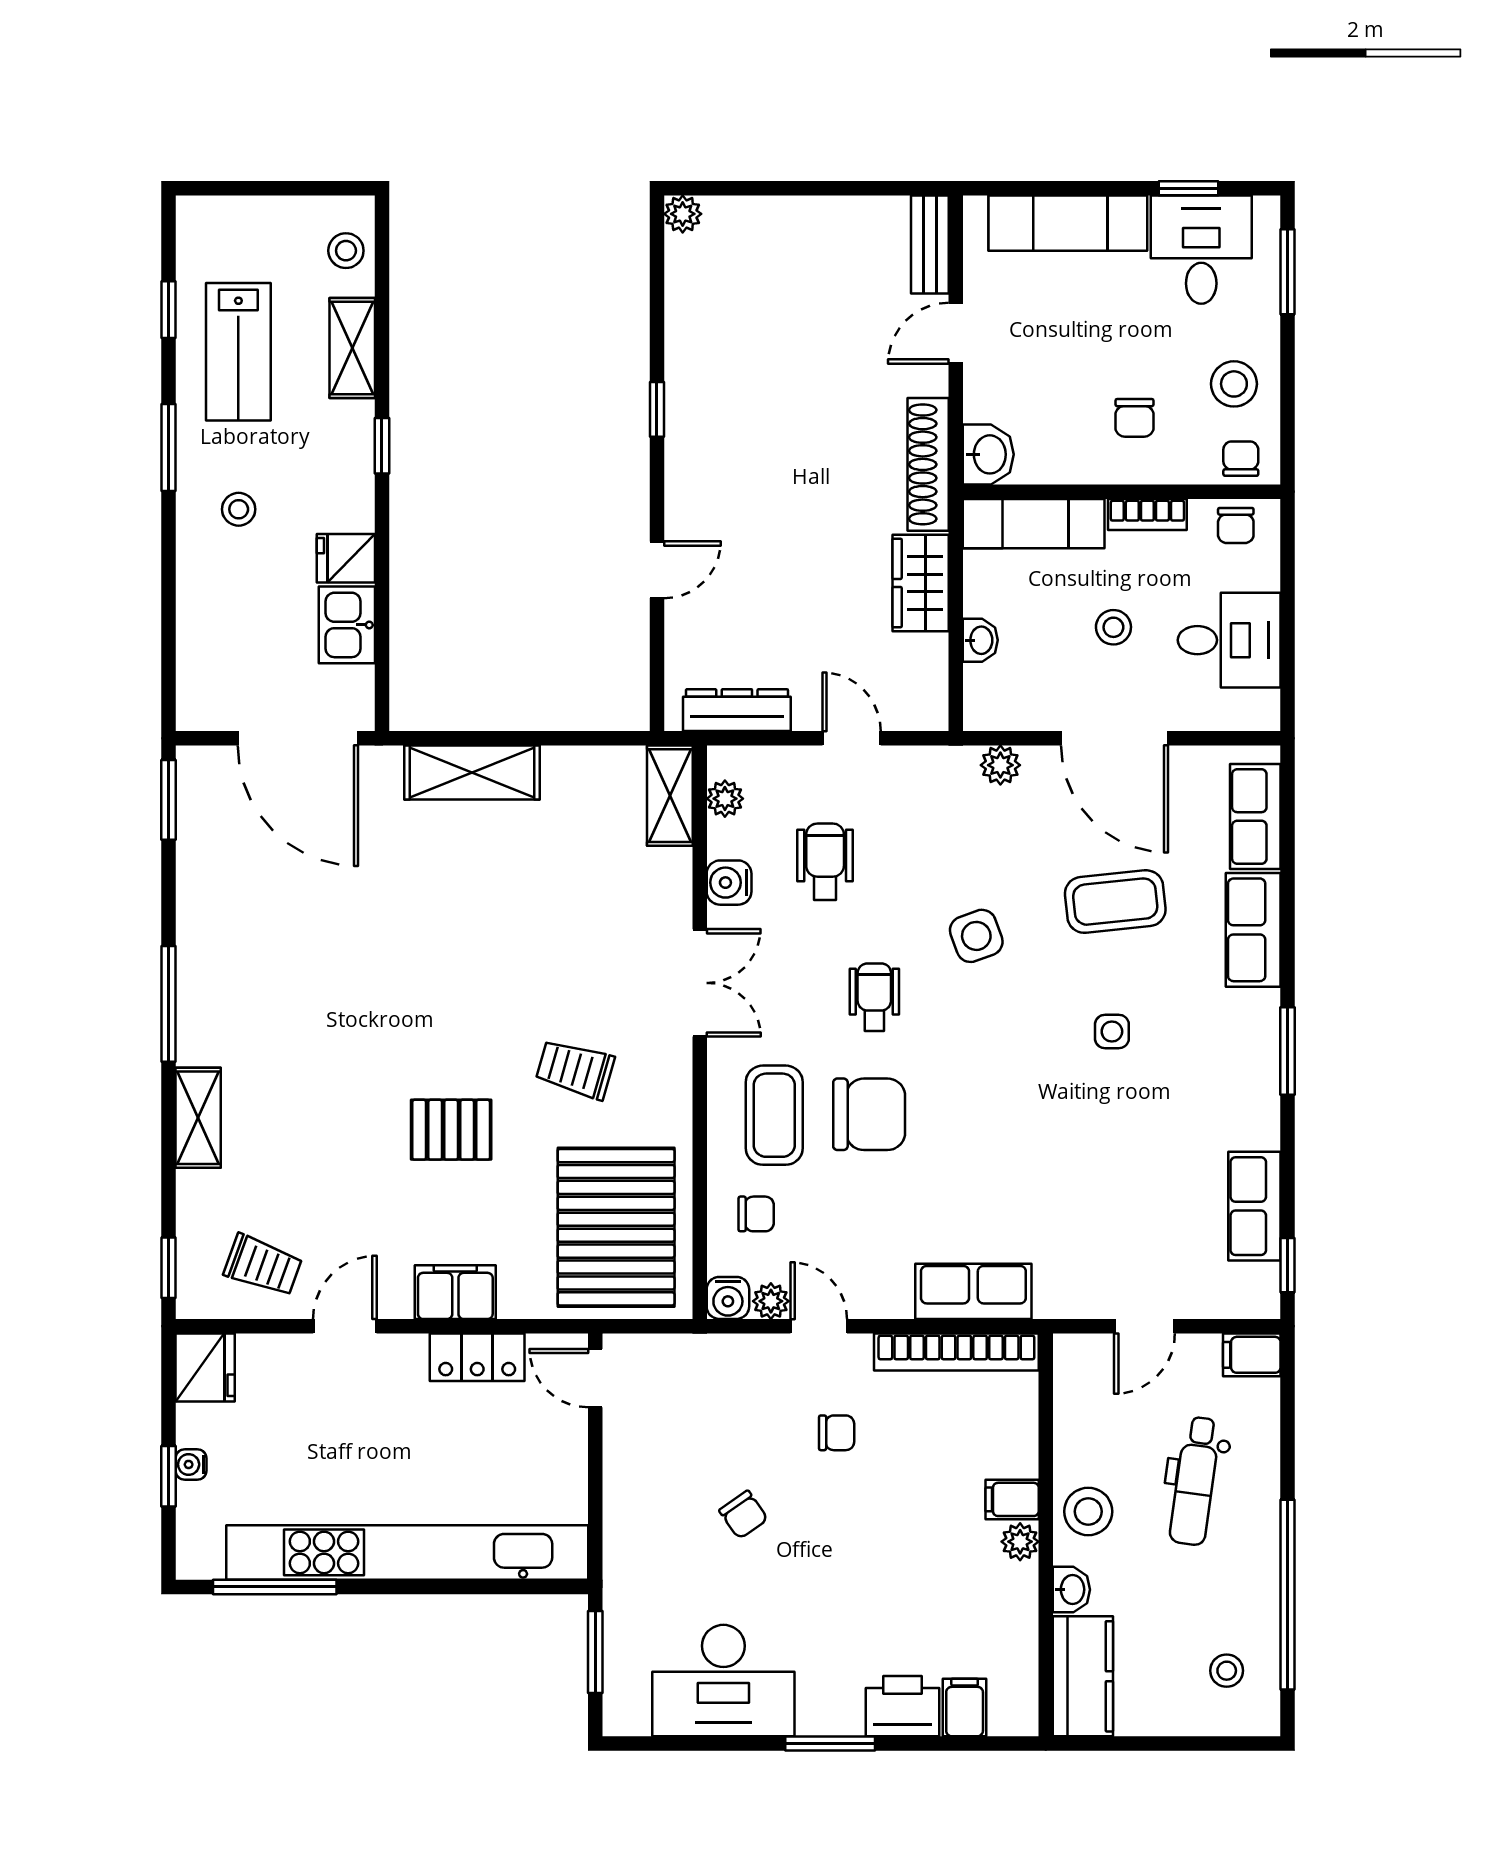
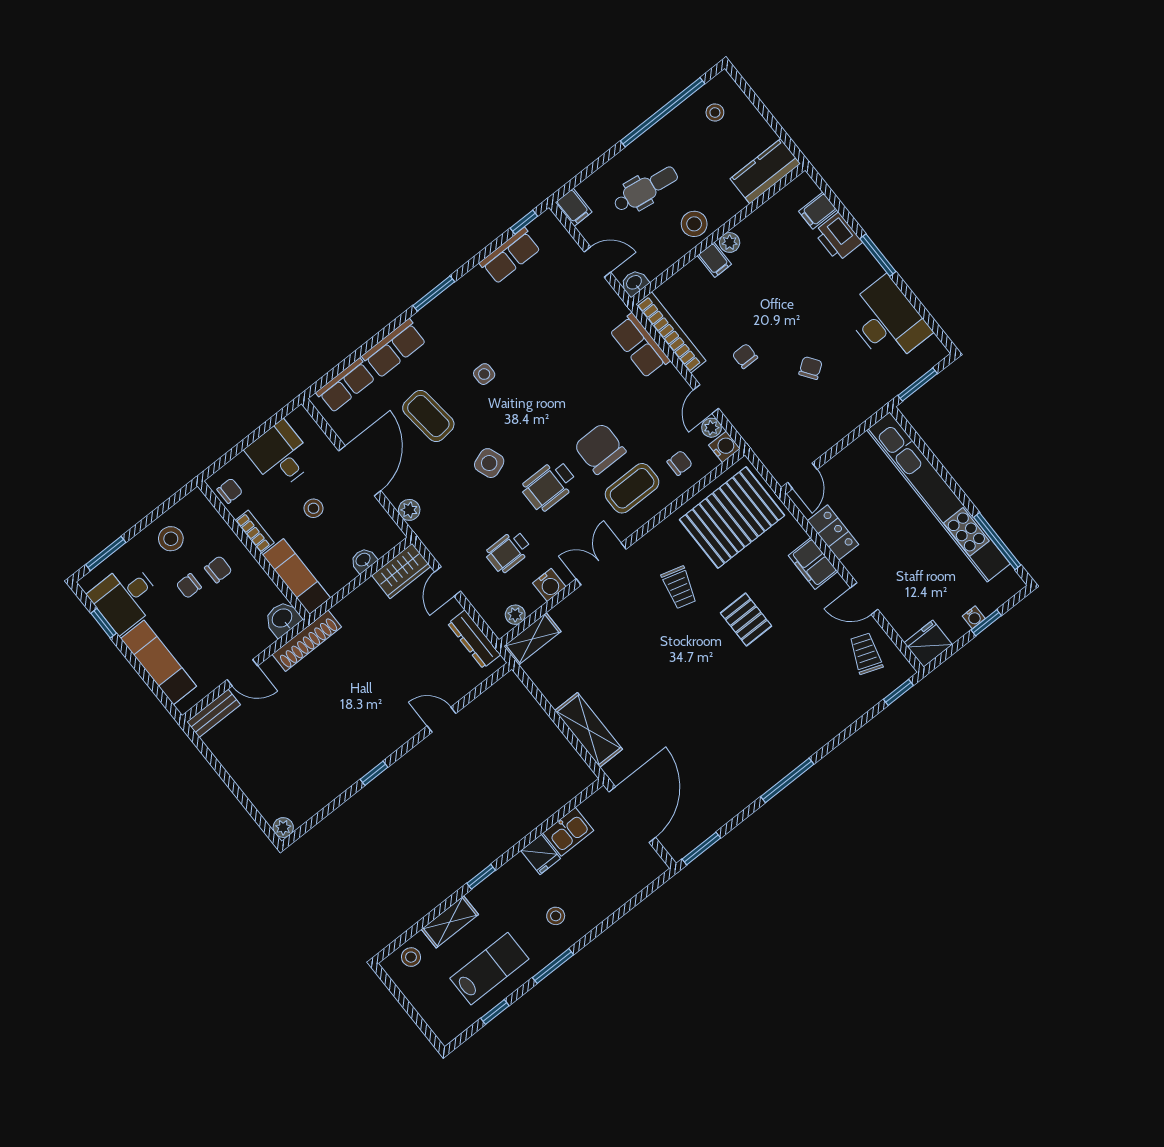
chair: (1241, 459) -> (189, 586), moved
wardrobe: (921, 583) -> (401, 571), moved
wheelchair: (874, 997) -> (549, 486), width x1.36, depth x1.37
shelving: (198, 1118) -> (825, 730), removed
chair: (756, 1214) -> (680, 463), turned 90
washbasin: (1071, 1590) -> (634, 283), moved

